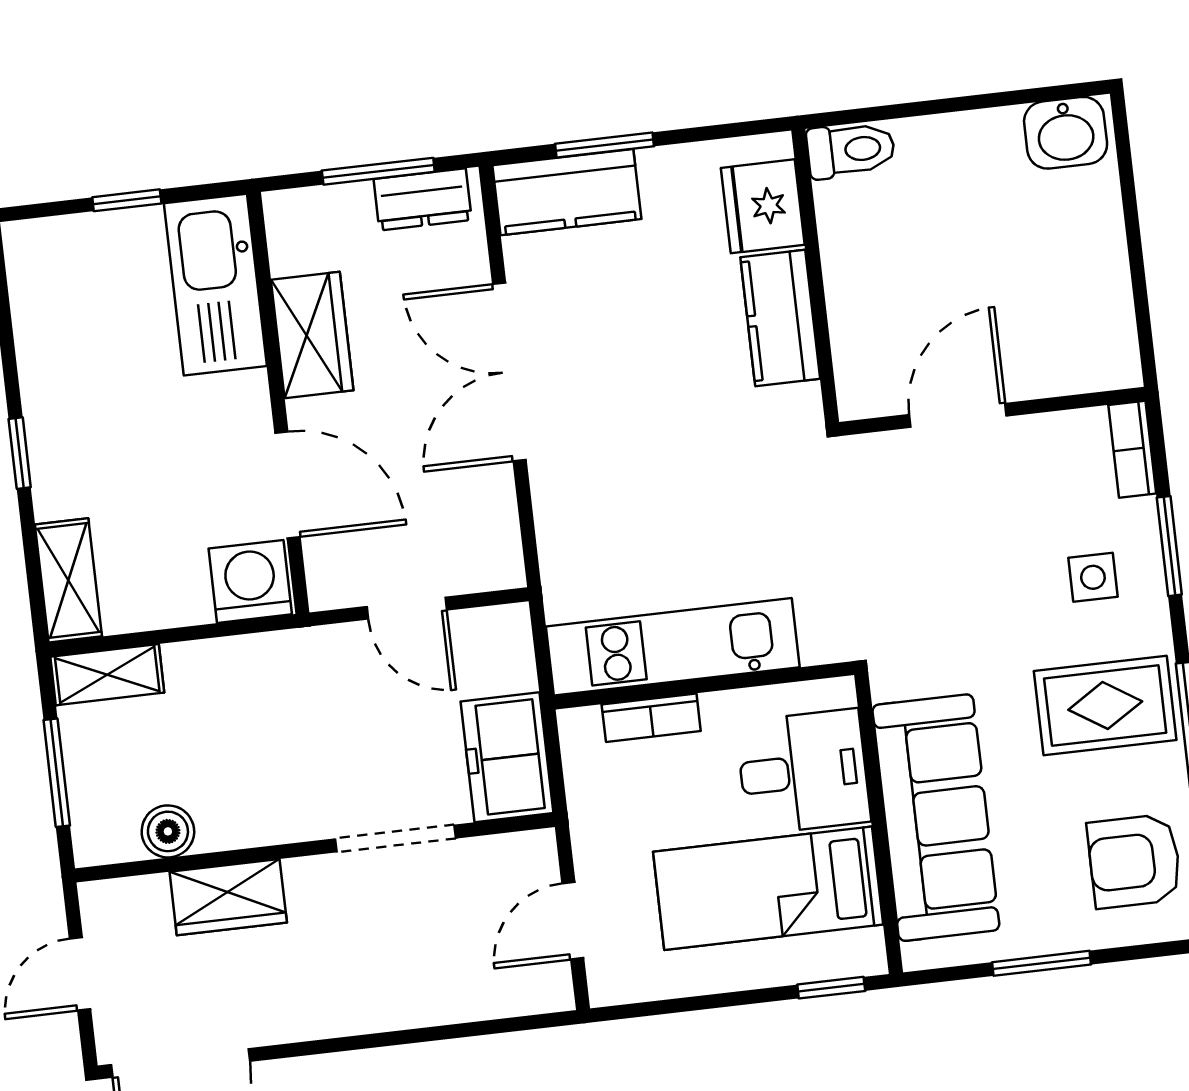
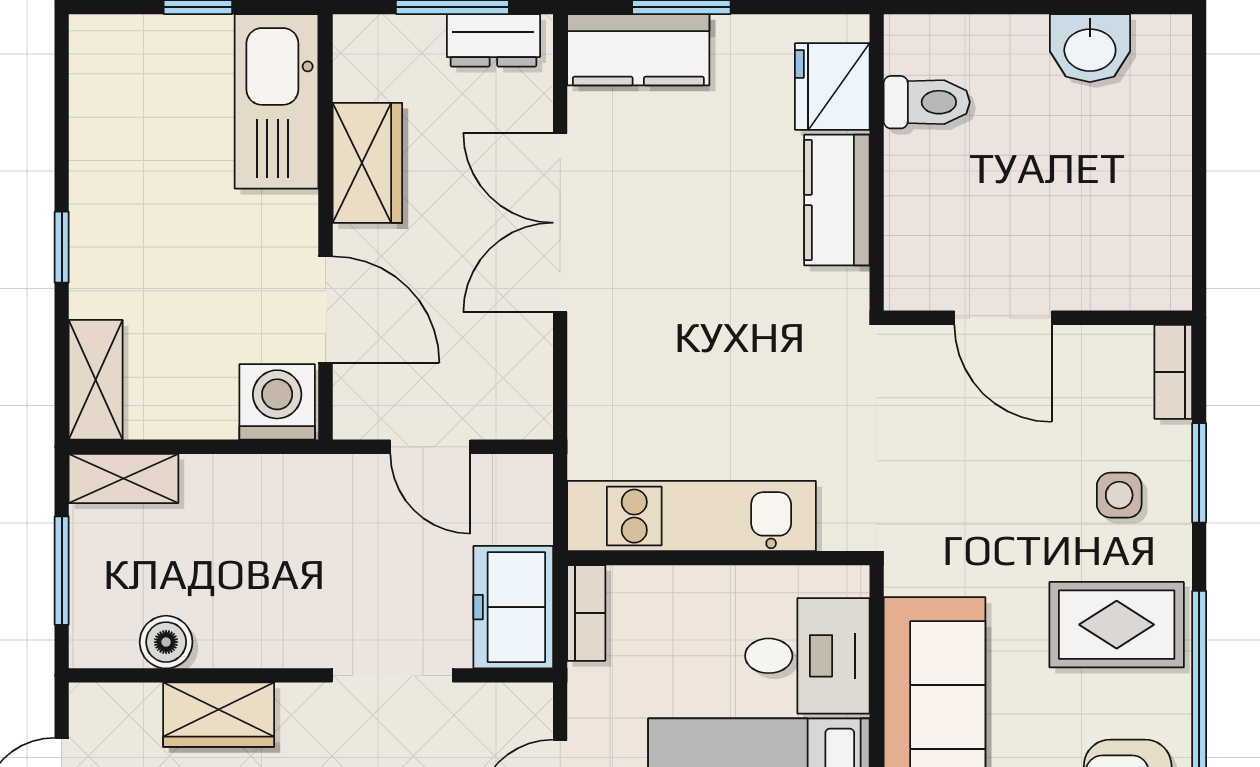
washbasin: (1066, 133) -> (1090, 48), moved
toilet: (851, 150) -> (927, 102), moved
door: (958, 415) -> (1003, 318), swing flipped
bookcase: (651, 718) -> (586, 613), moved, turned -90

